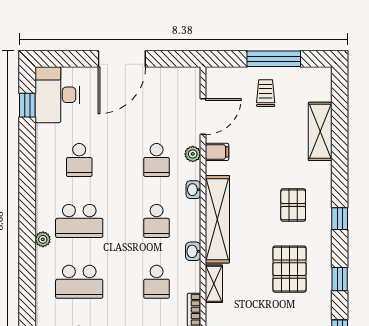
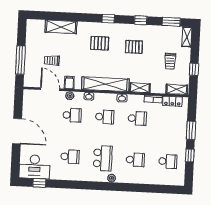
window: (274, 59) -> (20, 60), moved
trolley: (266, 93) -> (52, 60), moved
pallet: (289, 269) -> (134, 47), width x0.67, depth x0.71
school desk: (79, 282) -> (135, 160), width x0.54

